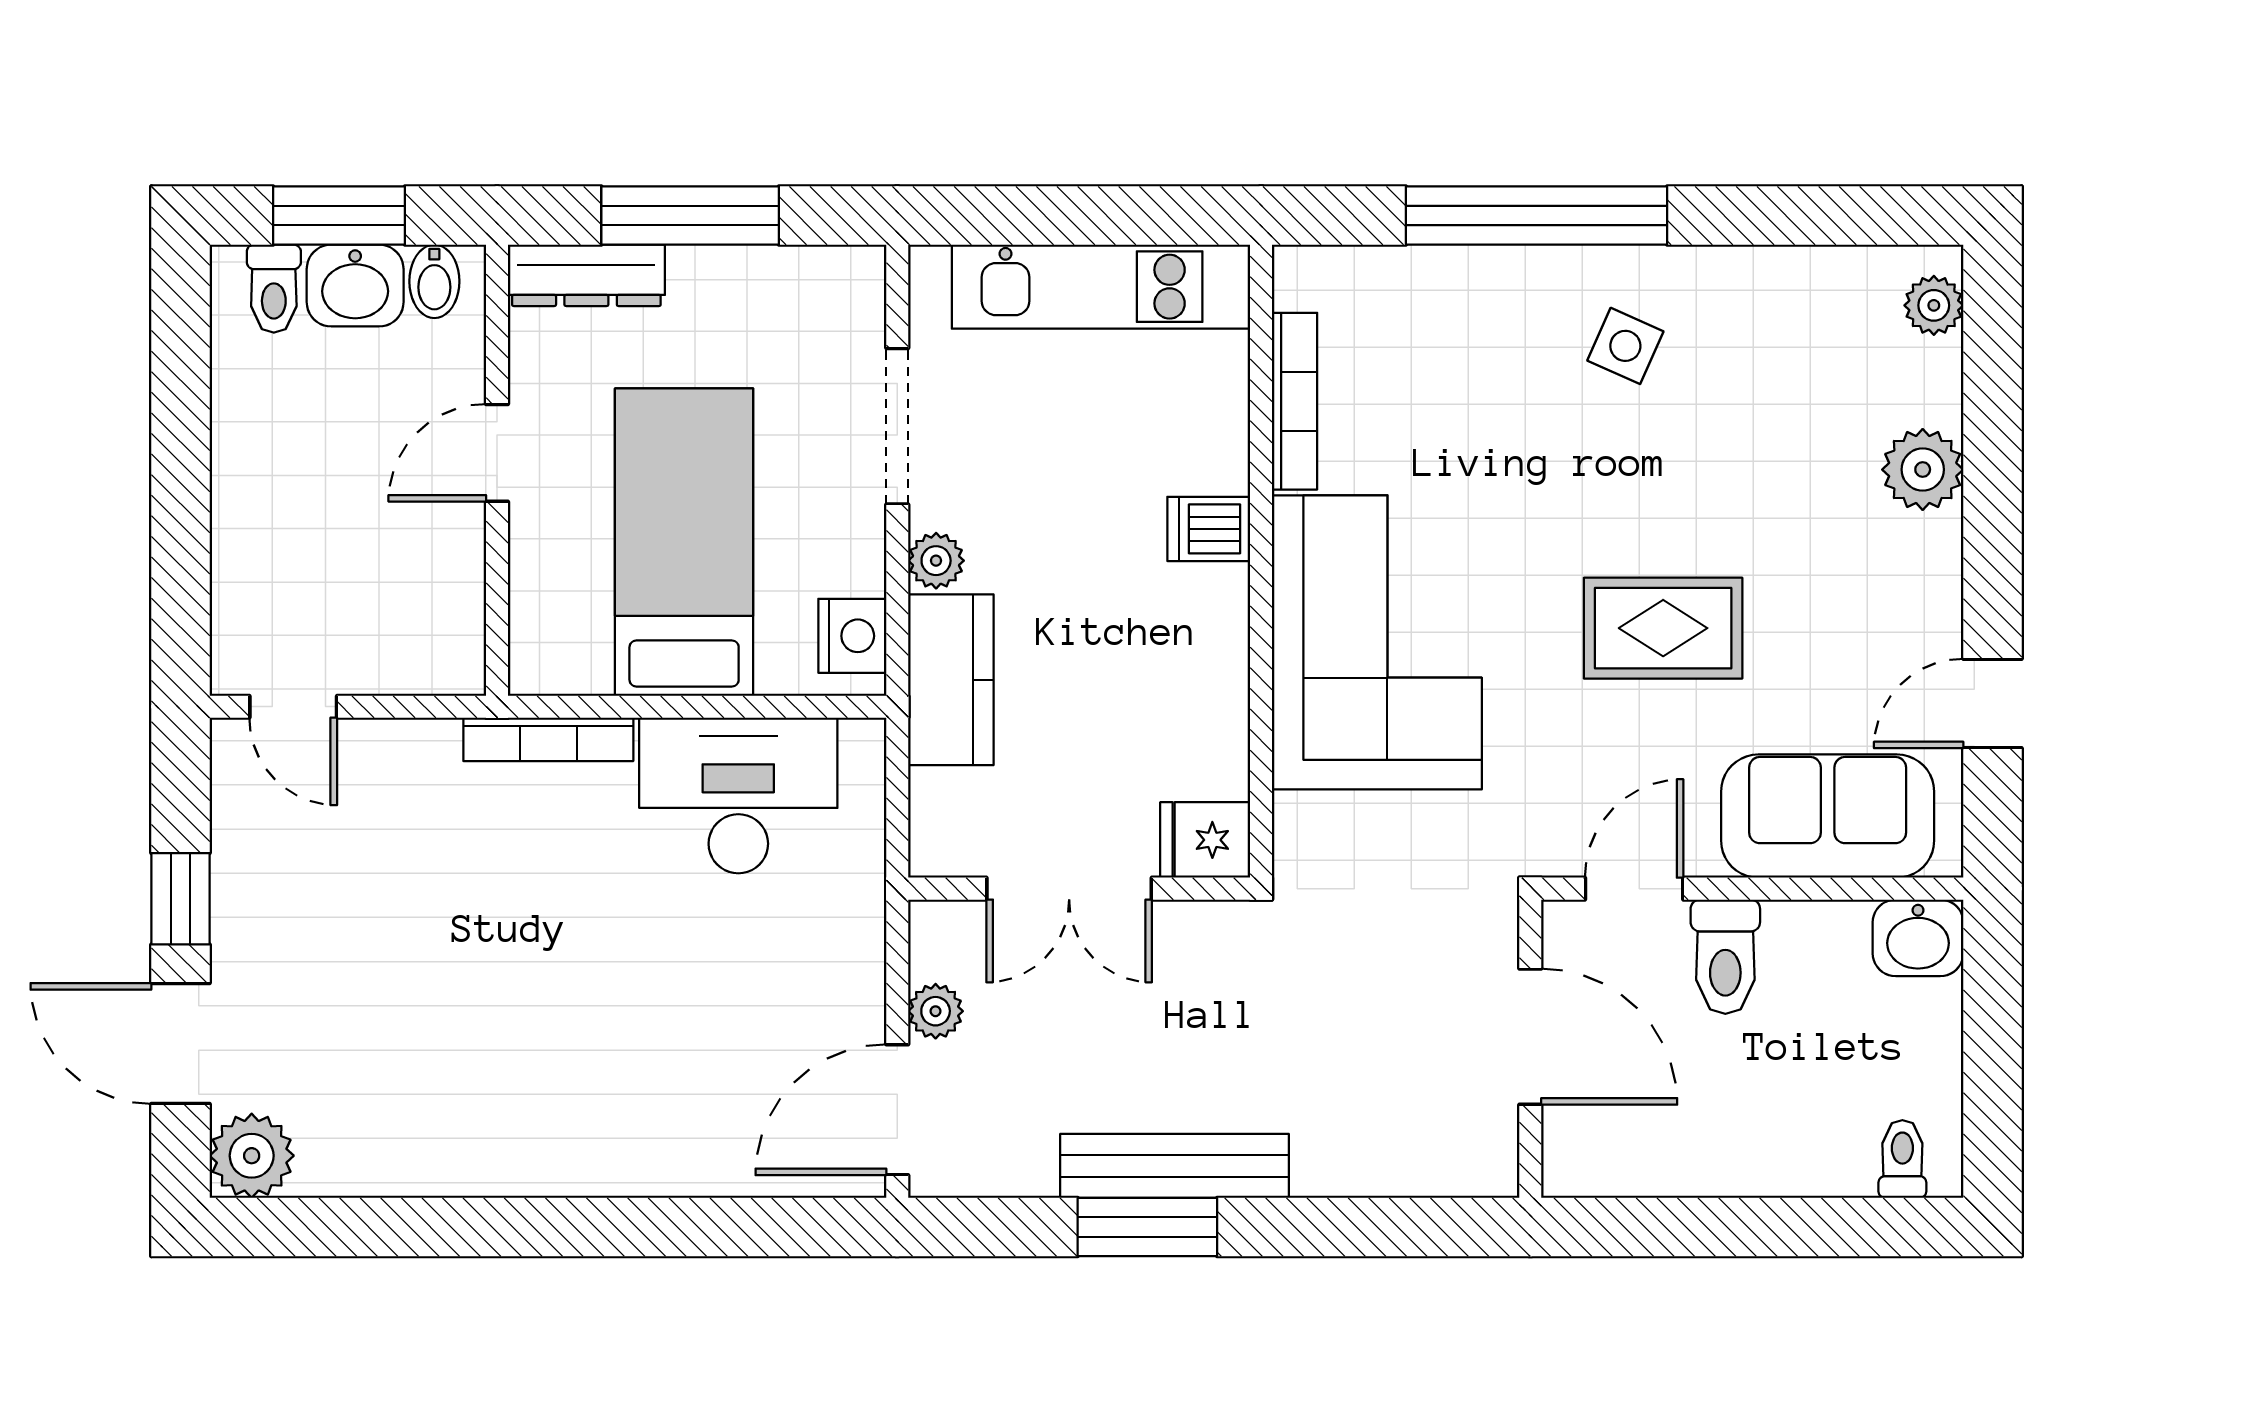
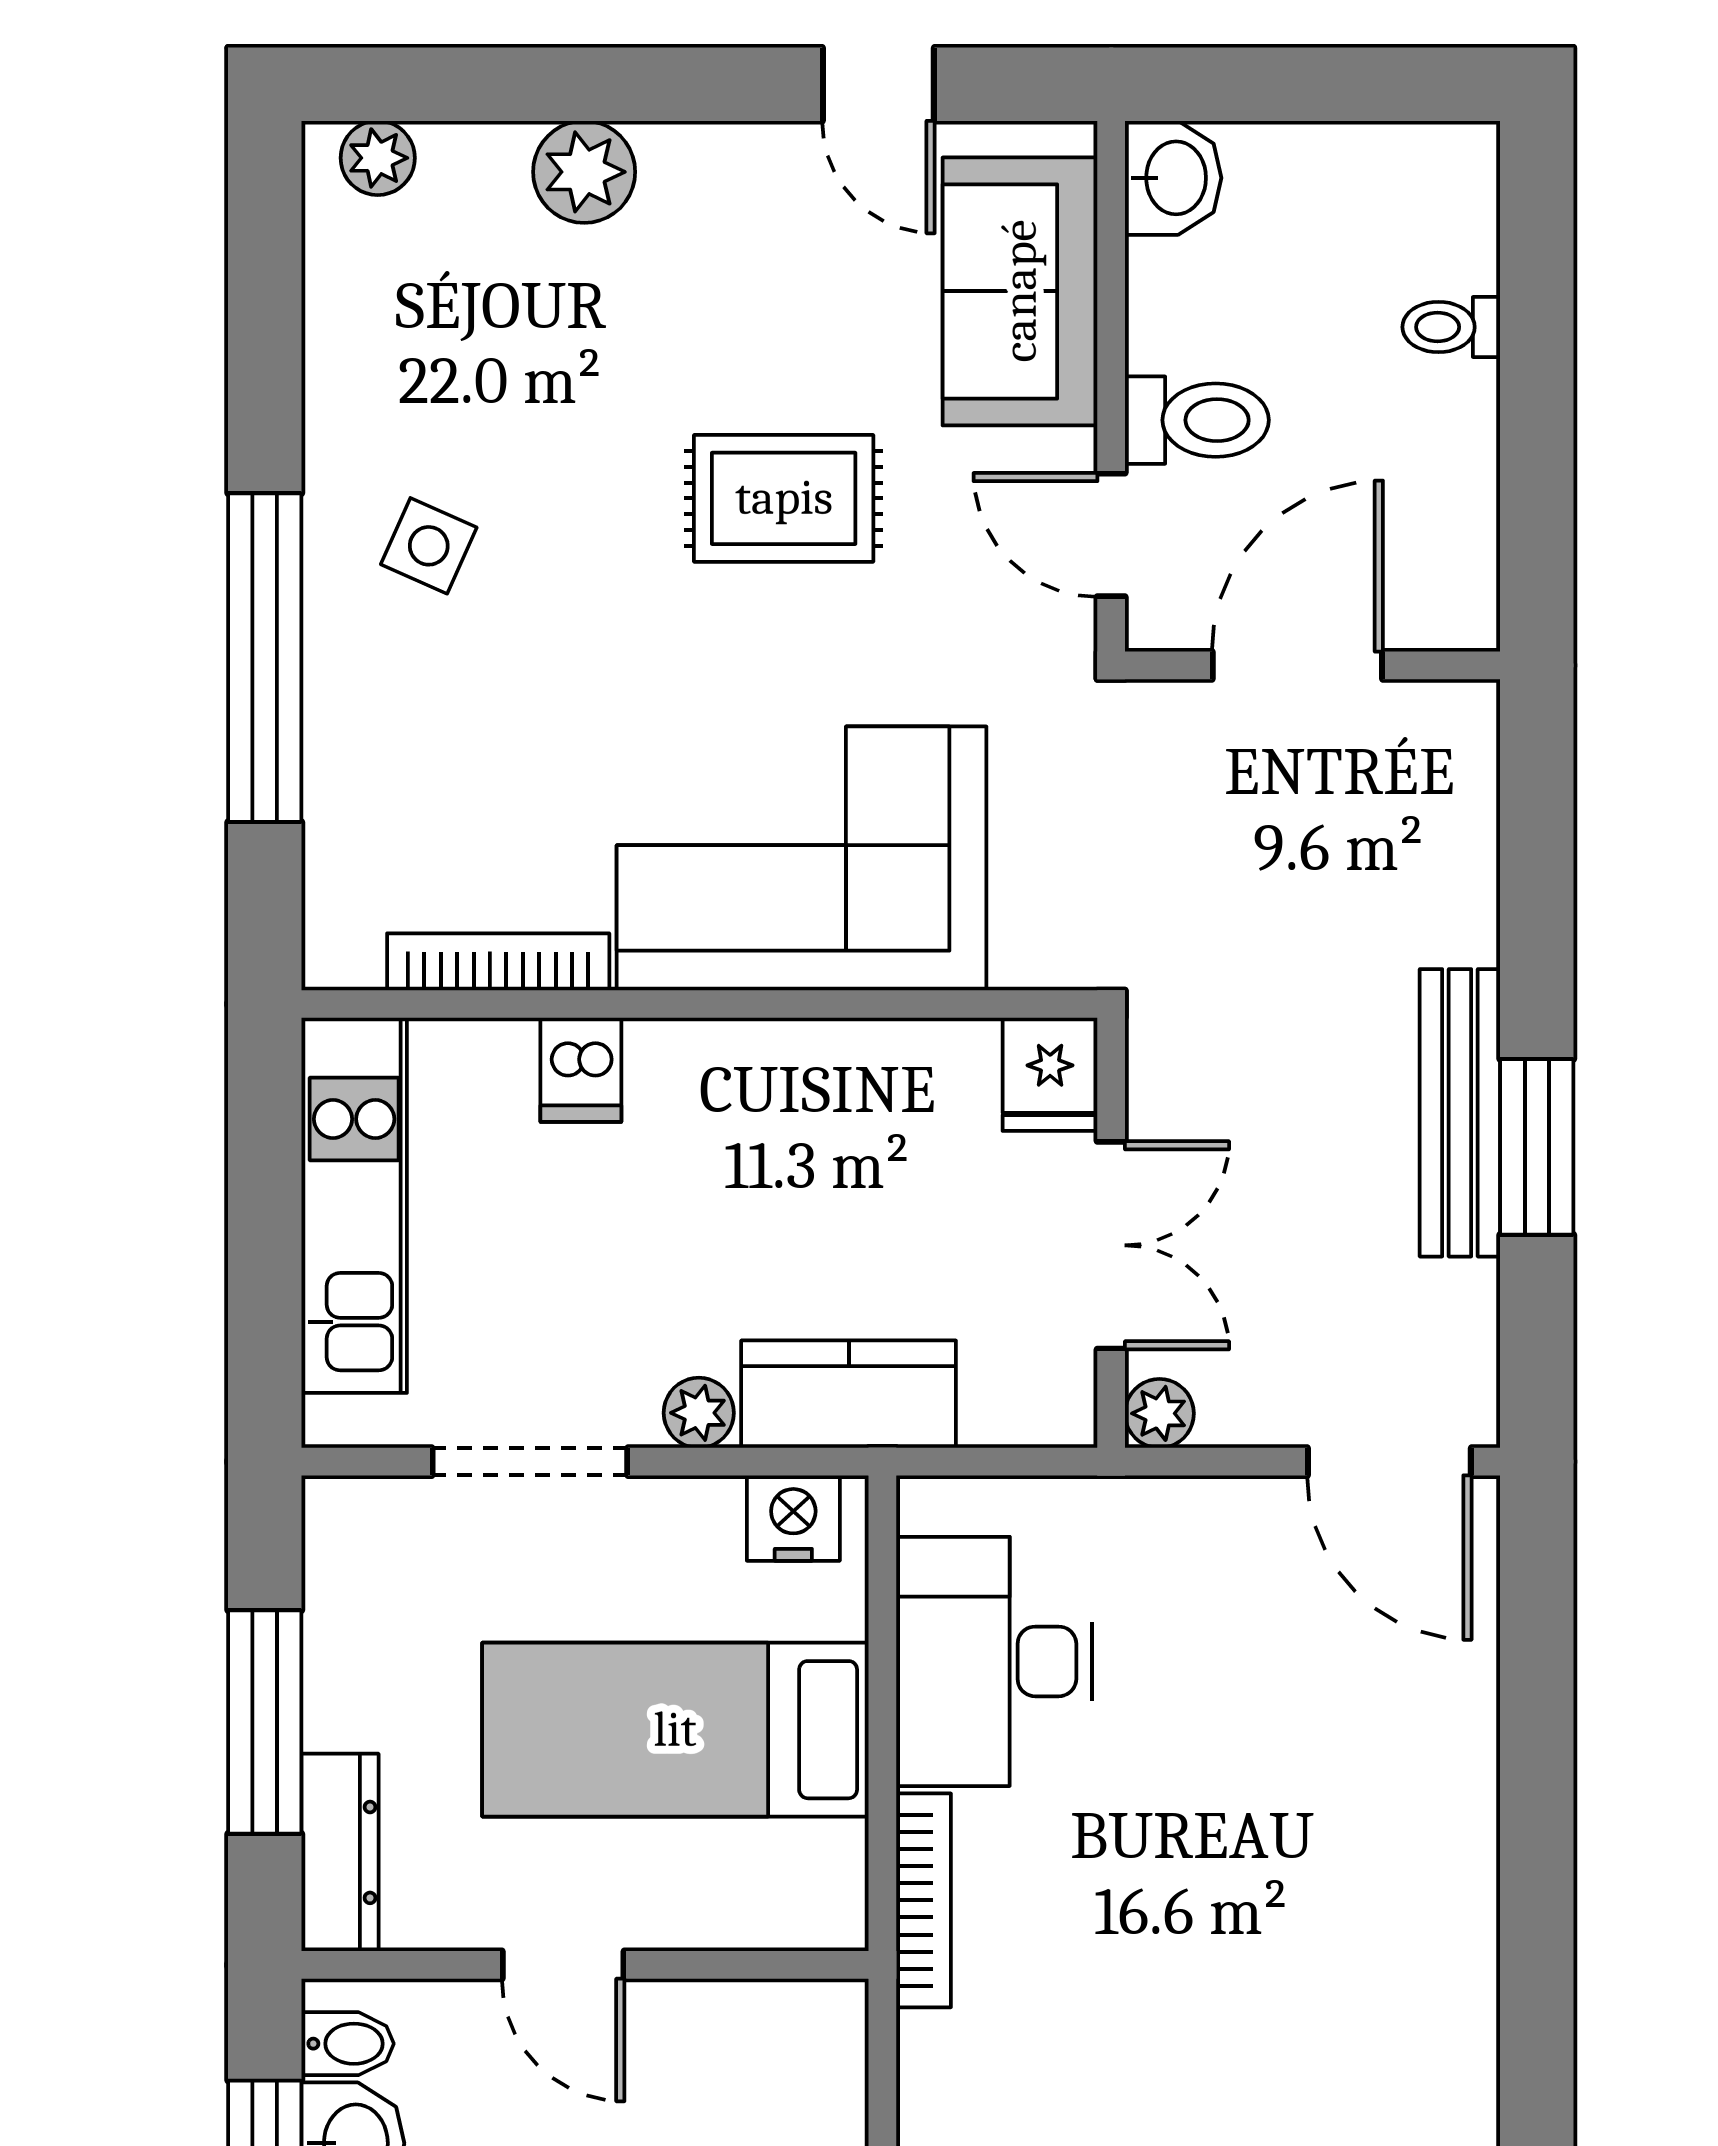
dishwasher: (1209, 529) -> (581, 1070), moved
rug: (1663, 628) -> (784, 498), turned 90
plant: (936, 1011) -> (1159, 1413), moved
toilet: (1902, 1159) -> (1451, 327), moved

